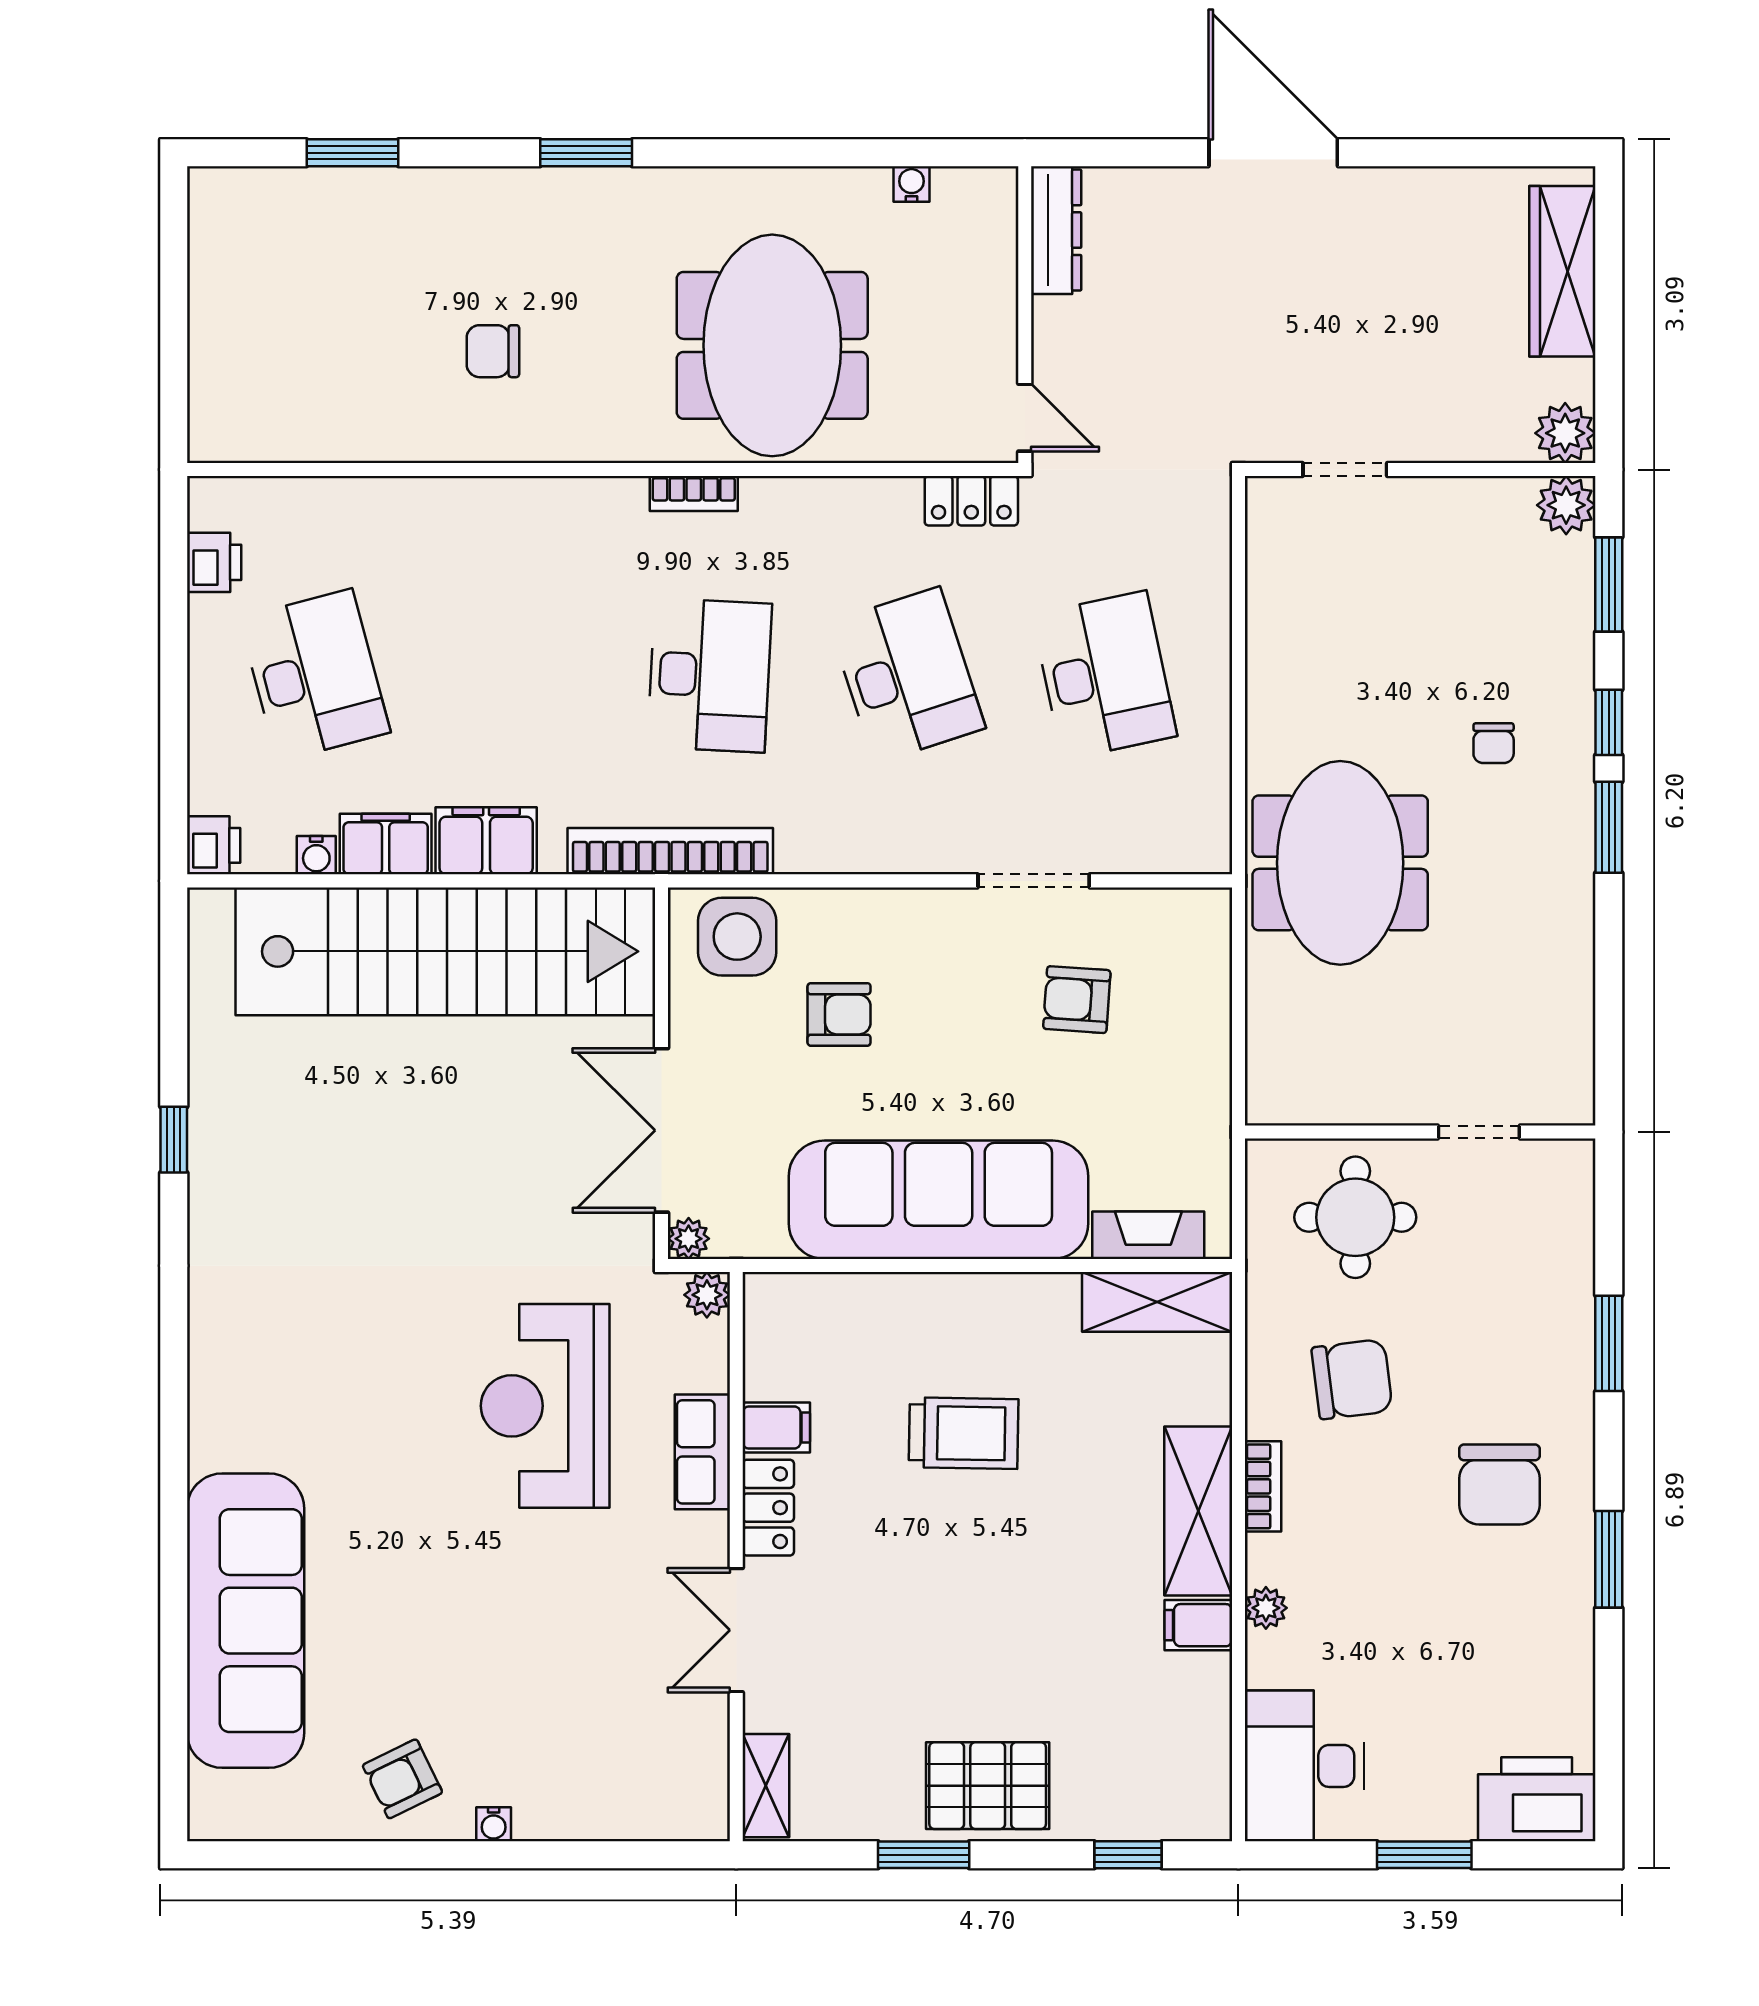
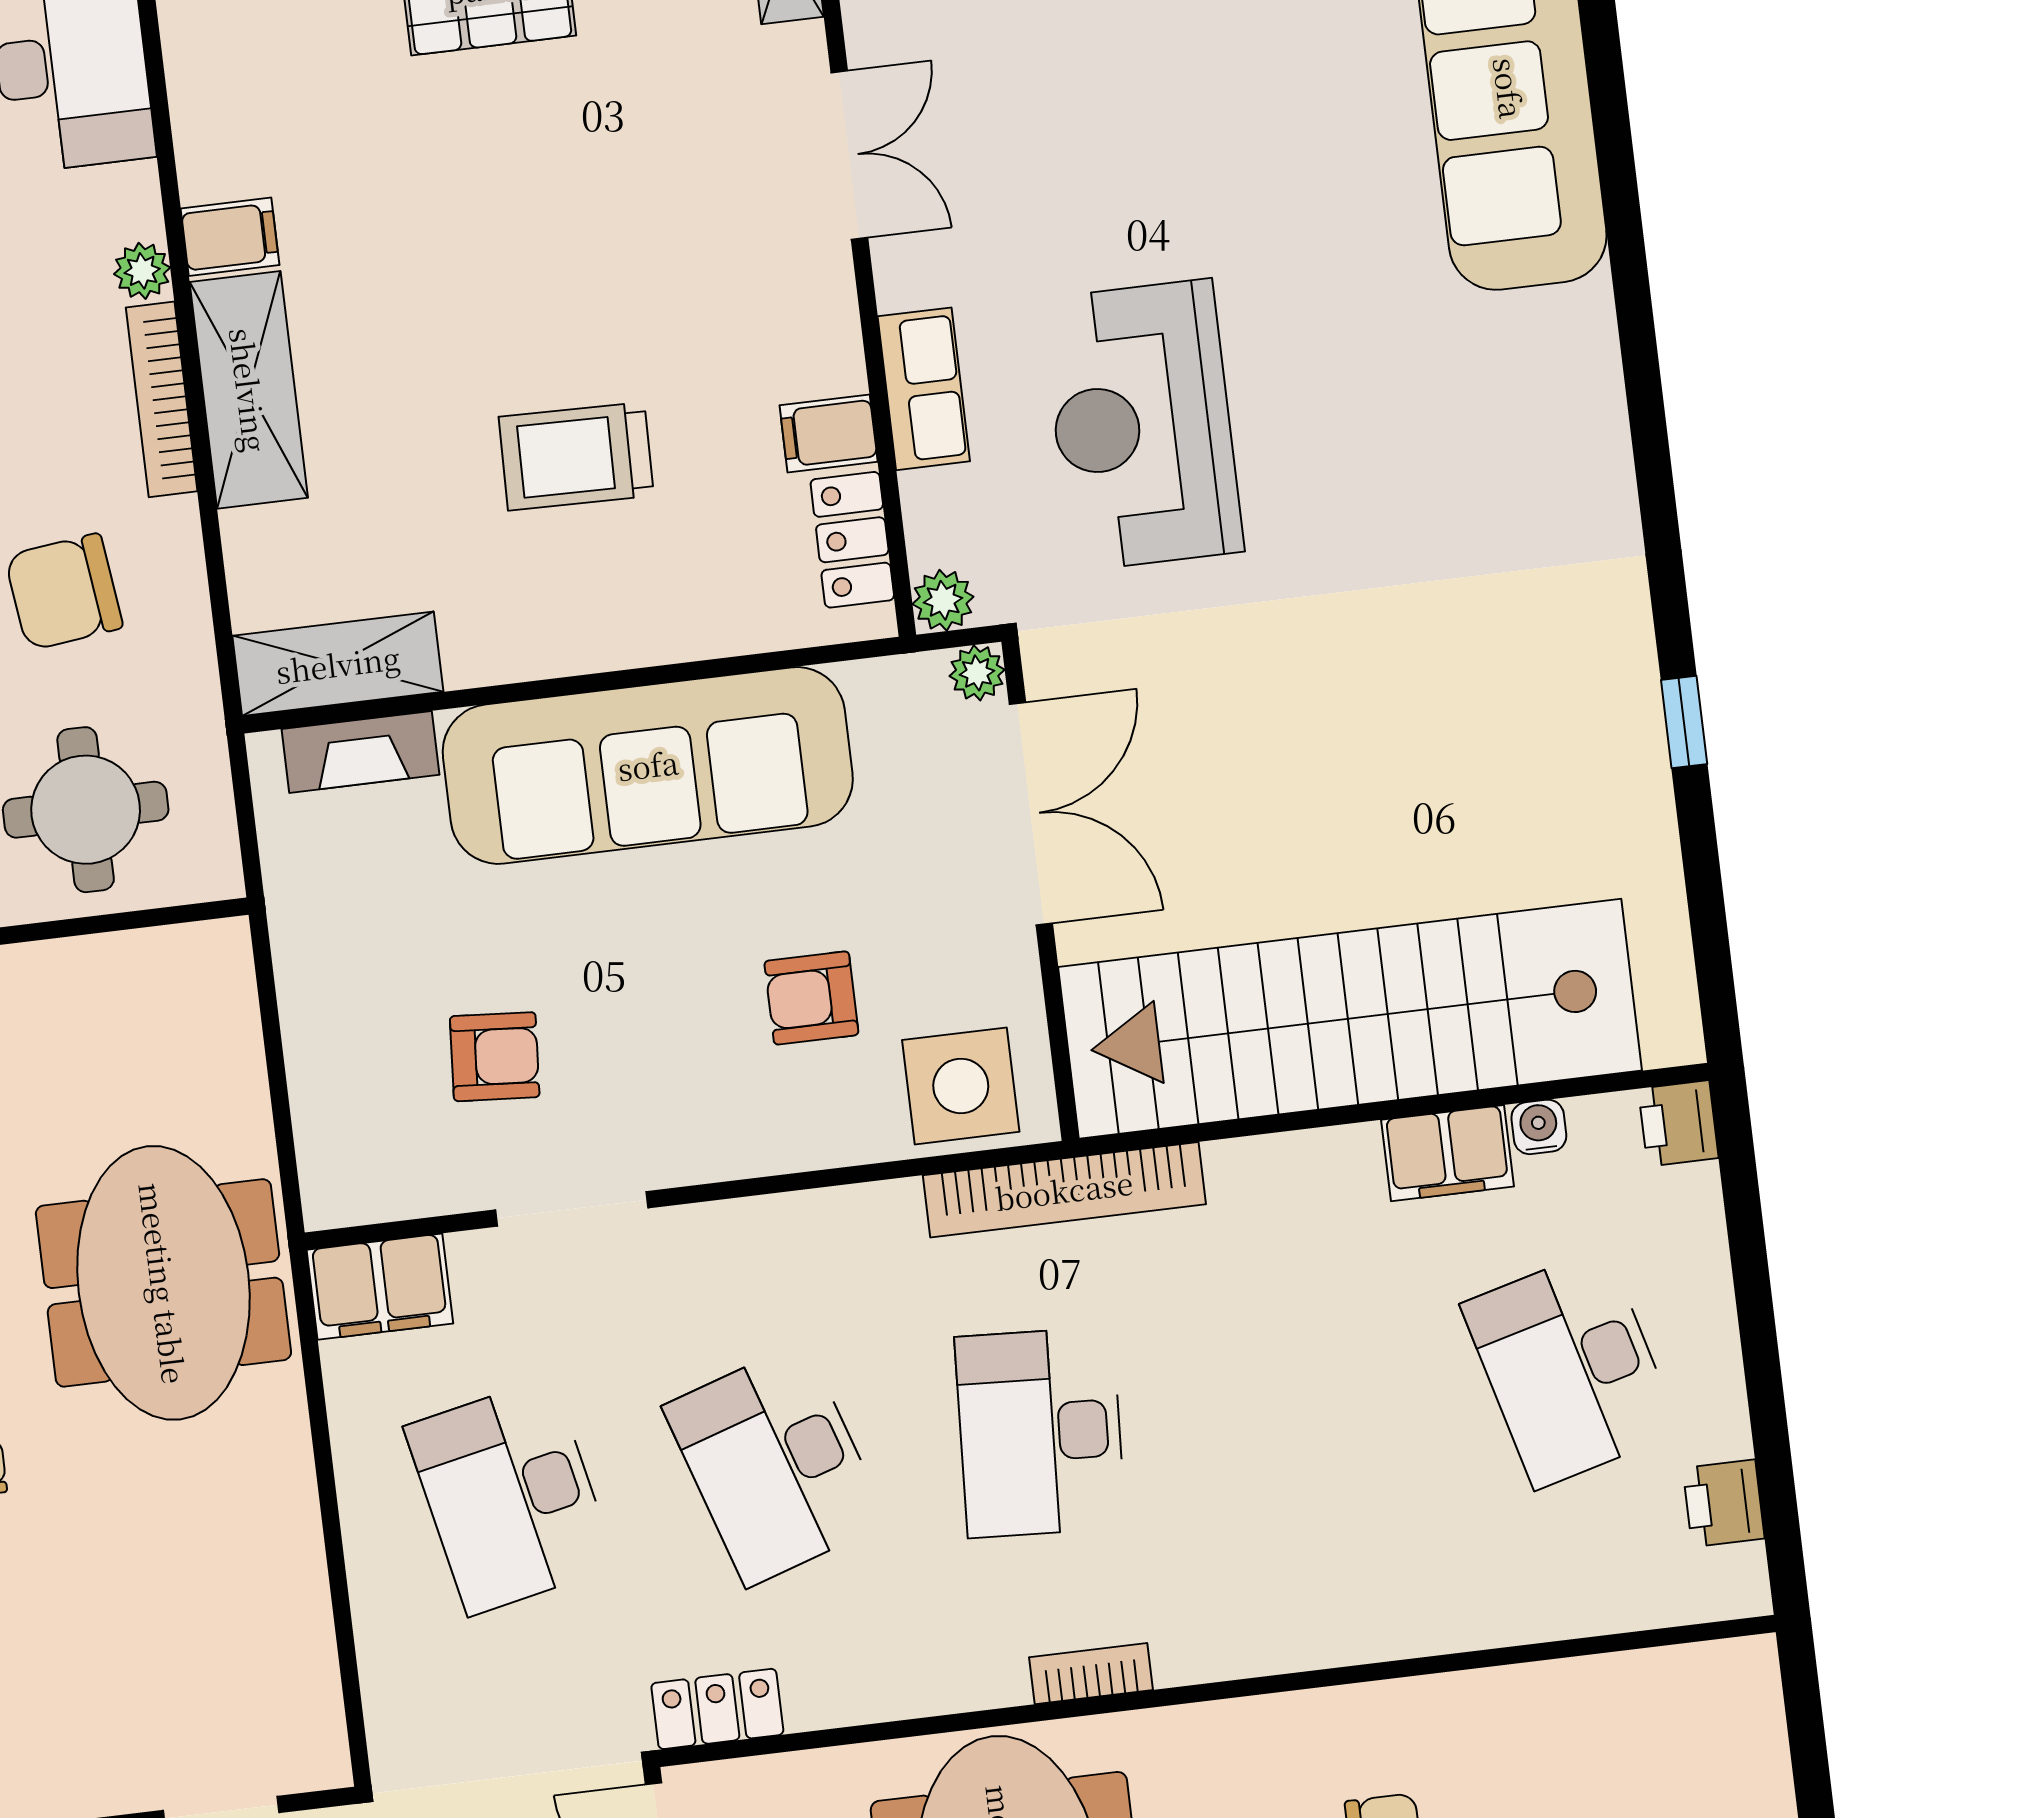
filing cabinet: (486, 841) -> (380, 1287), moved
reception desk: (545, 1406) -> (1142, 425), turned 180
bookcase: (1263, 1486) -> (162, 399), width x1.56
locker: (768, 1508) -> (852, 540), moved

